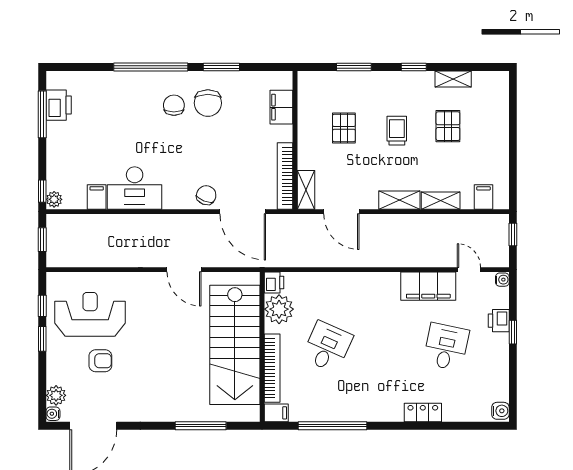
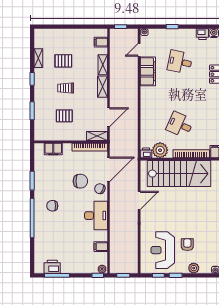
chair: (208, 103) -> (80, 181), moved
desk: (135, 188) -> (96, 216), moved
printer: (499, 321) -> (202, 34), moved
plant: (56, 395) -> (194, 268), moved

